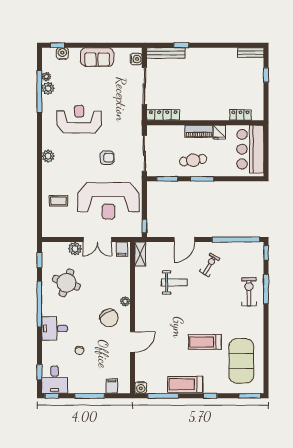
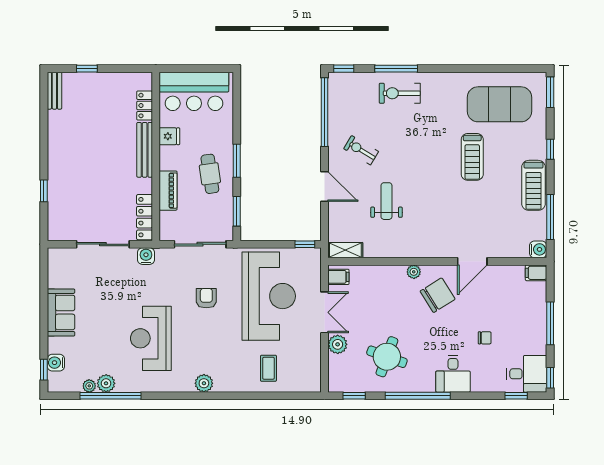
bench: (166, 53) -> (145, 150), moved
water cooler: (136, 59) -> (146, 256), moved
piano: (199, 131) -> (168, 191), moved
door: (132, 342) -> (472, 261), swing flipped
filing cabinet: (112, 386) -> (536, 273), moved

